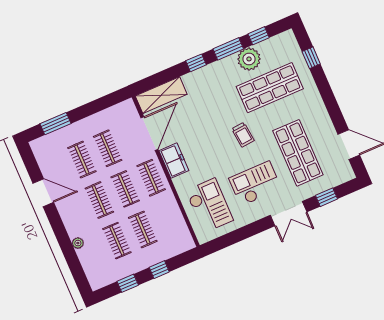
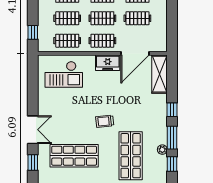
plant: (249, 59) -> (162, 150), width x0.53, depth x0.53
door: (149, 134) -> (135, 53), hinge flipped
checkout: (255, 184) -> (65, 115), removed
double door: (289, 214) -> (33, 130), swing flipped
clothes rail: (169, 218) -> (67, 41), added
window: (159, 270) -> (33, 32), moved

